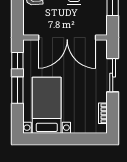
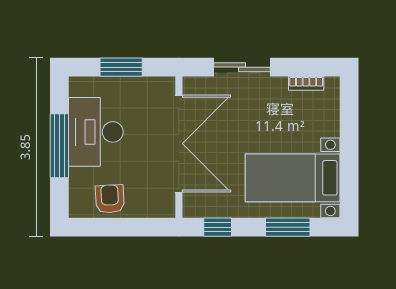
window: (17, 90) -> (288, 227), moved

